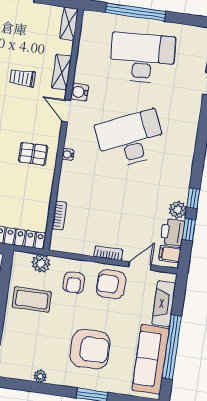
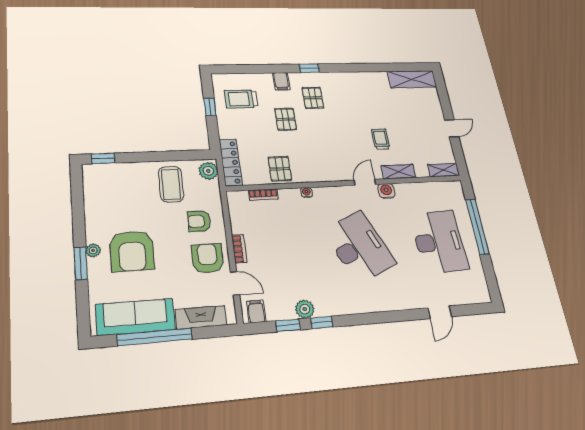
pallet: (33, 154) -> (280, 169), moved
water cooler: (68, 154) -> (307, 192), moved
printer: (173, 232) -> (280, 309), removed
plant: (41, 263) -> (208, 171), moved
plant: (40, 376) -> (93, 250), moved

